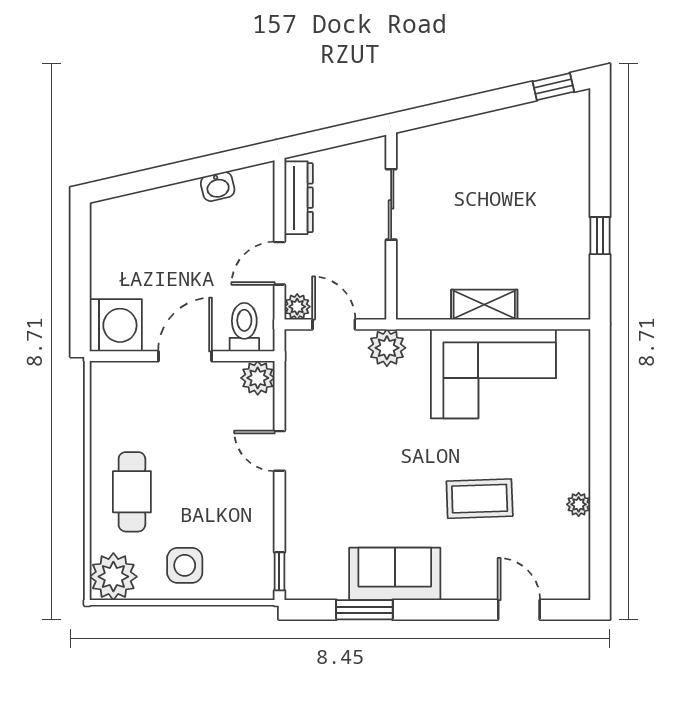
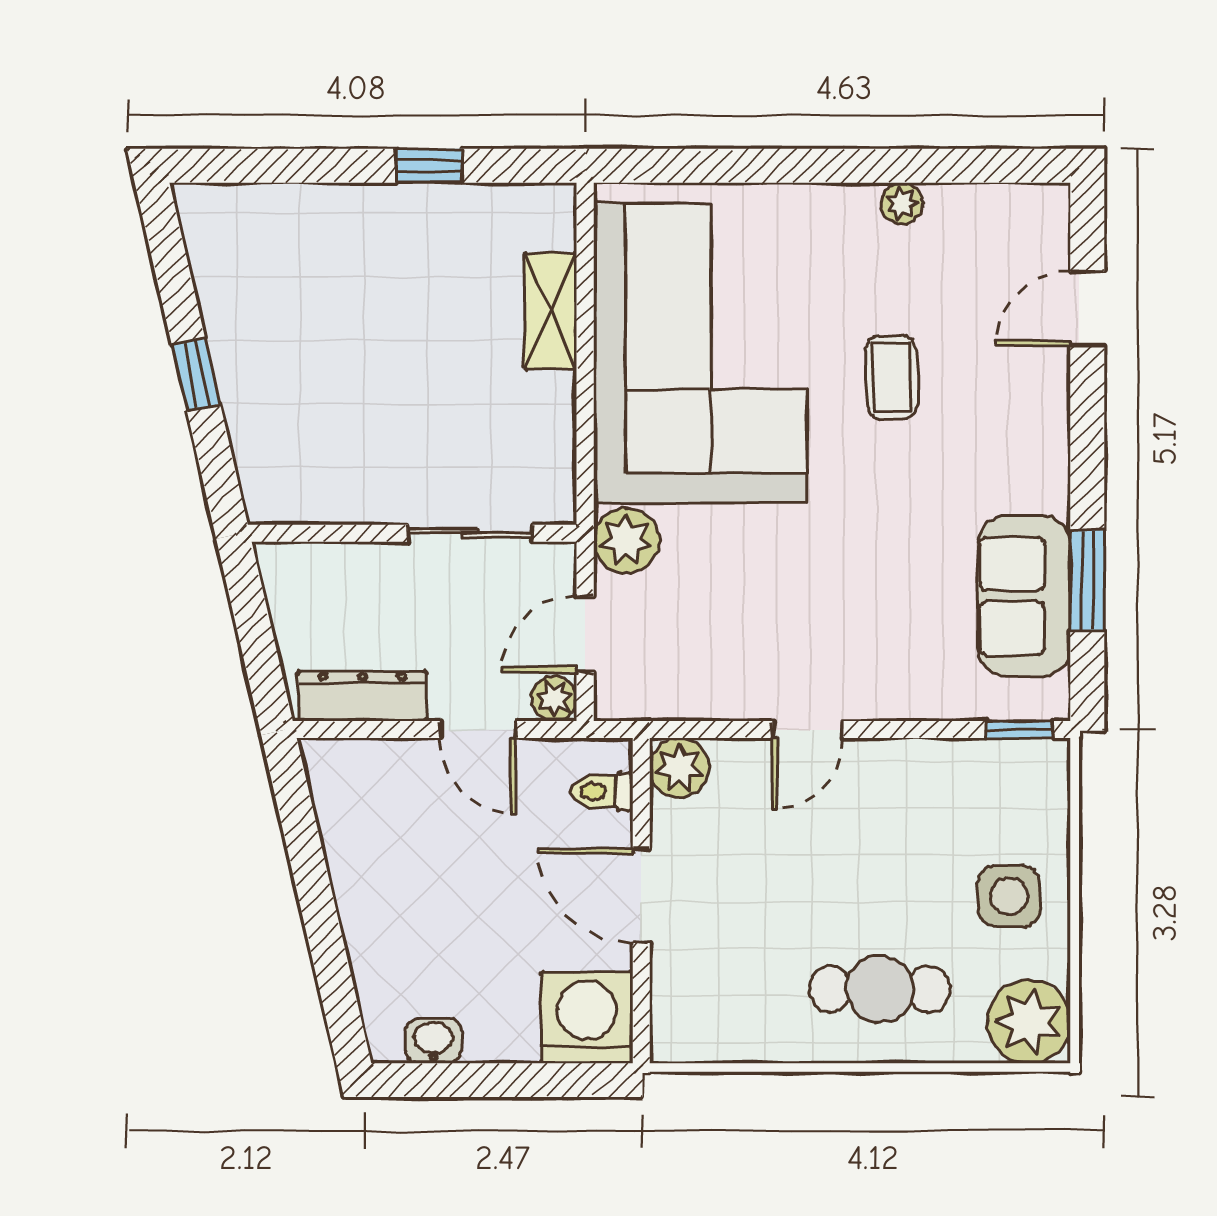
window: (553, 87) -> (196, 375), moved
washbasin: (218, 186) -> (433, 1041), moved, turned -77
sliding door: (391, 204) -> (470, 533), moved
shelving: (484, 305) -> (550, 311), moved
toilet: (244, 327) -> (602, 791), width x0.73, depth x0.72
corner sofa: (493, 374) -> (700, 353), width x1.36, depth x1.36
coffee table: (480, 499) -> (892, 377), width x0.73, depth x0.77
sofa: (395, 574) -> (1024, 596), moved

